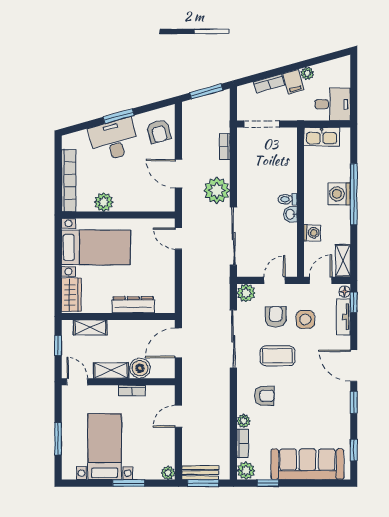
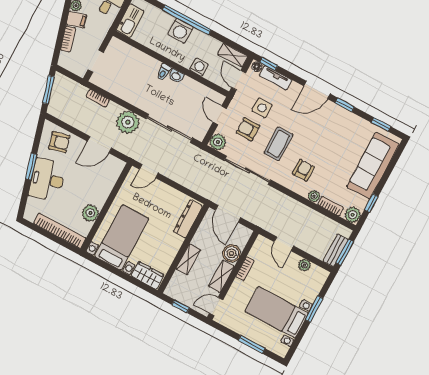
doorway: (262, 124) -> (96, 61), width x0.73
dresser: (133, 305) -> (188, 219), moved
shelving: (90, 327) -> (188, 259), moved
plant: (168, 473) -> (304, 265), moved

